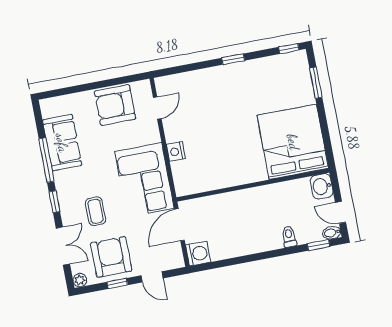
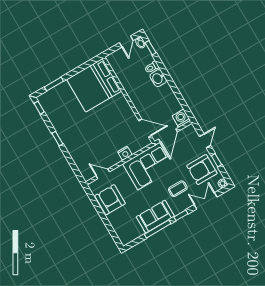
armchair: (115, 105) -> (110, 200), turned 180
sofa: (62, 143) -> (155, 217), moved
washbasin: (322, 186) -> (158, 78), moved, turned 90
door: (202, 195) -> (145, 128), added
door: (180, 225) -> (168, 135), hinge flipped

